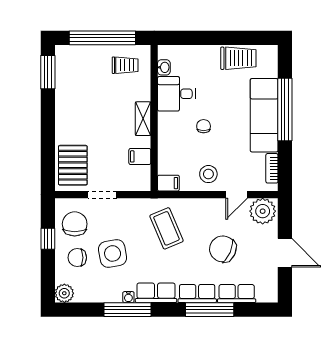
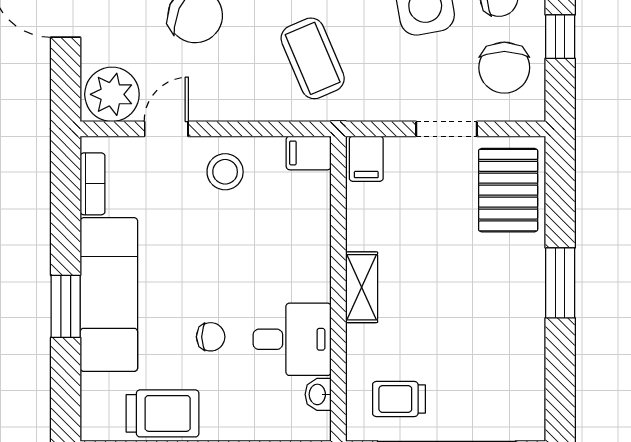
trolley: (238, 58) -> (163, 413), turned 180
window: (48, 72) -> (560, 283), moved
window: (285, 110) -> (66, 306), width x0.47
chair: (204, 126) -> (211, 337), moved, turned -90
filing cabinet: (140, 156) -> (366, 159), moved, turned 90

